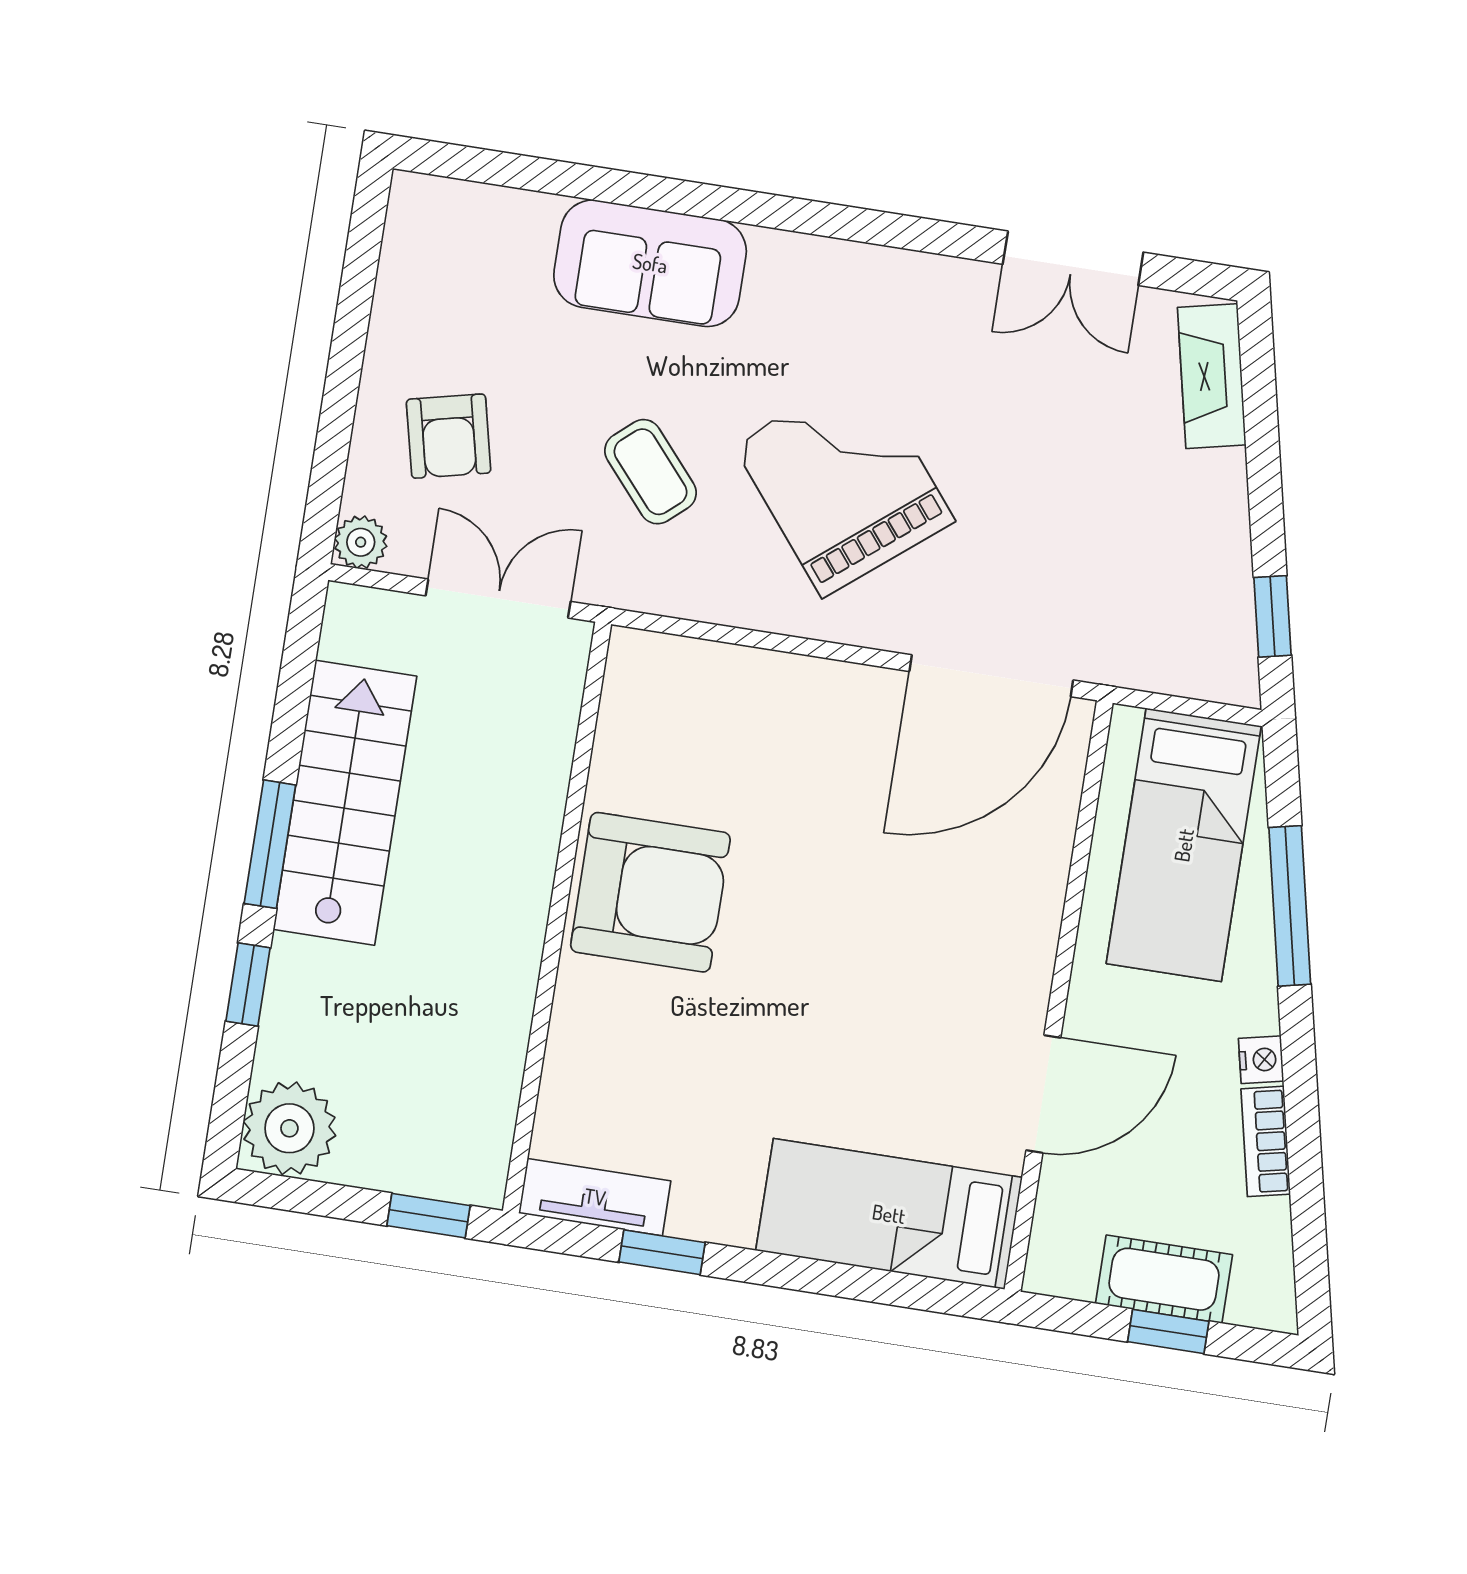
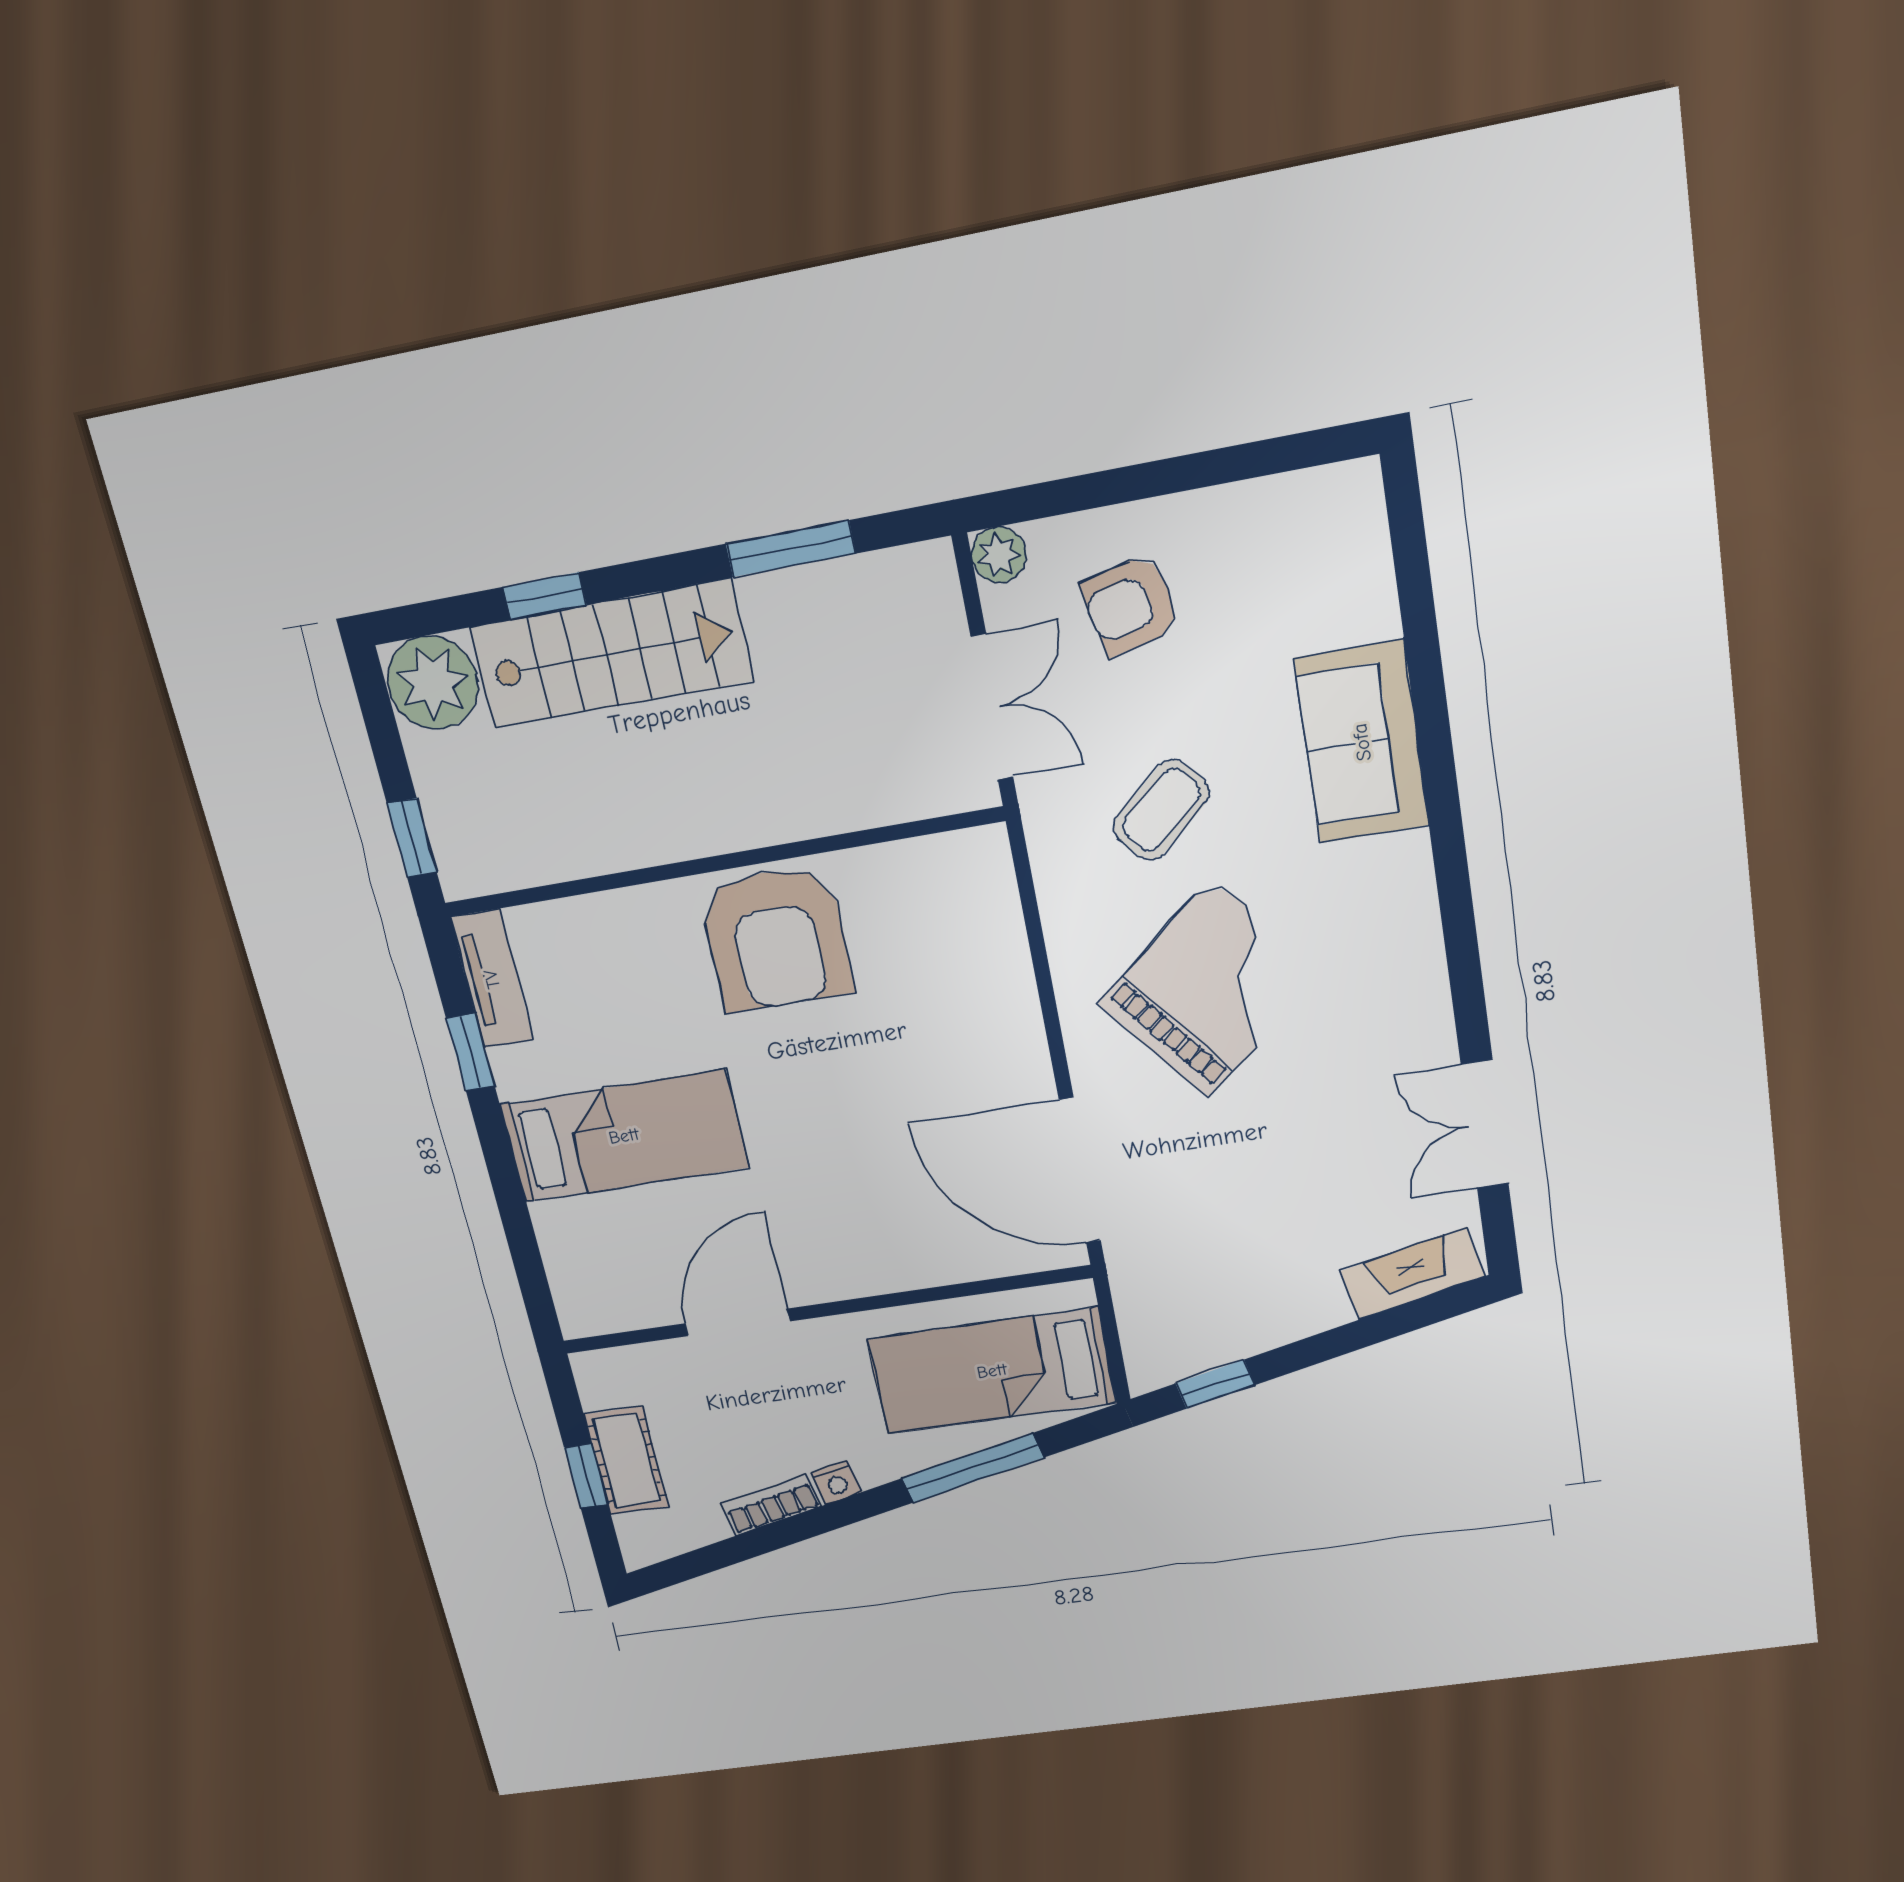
stairs: (345, 803) -> (611, 654), moved
window: (270, 844) -> (791, 549), moved
door: (1043, 1094) -> (737, 1322), swing flipped
bed: (889, 1214) -> (624, 1136), moved, turned 90

